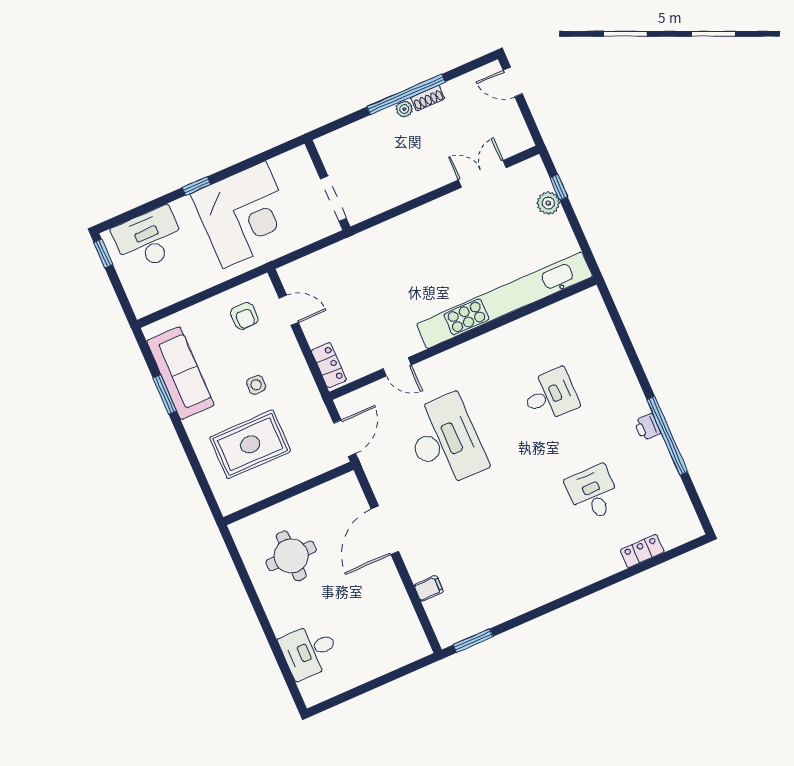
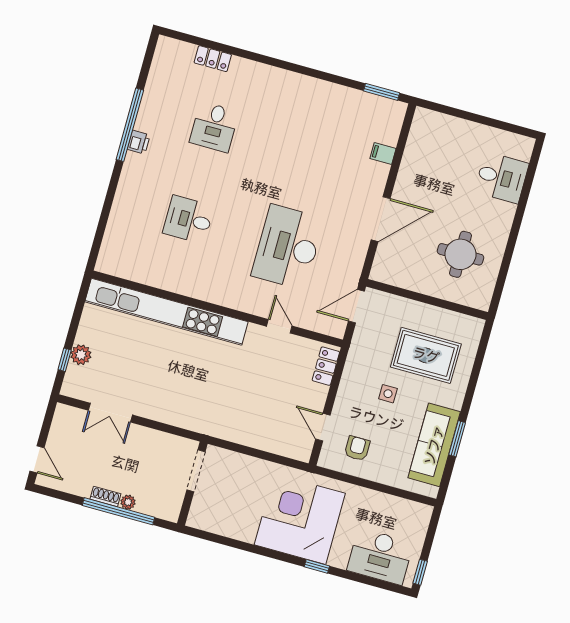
wall: (328, 185) -> (192, 484), moved
doorway: (333, 199) -> (196, 471), moved

